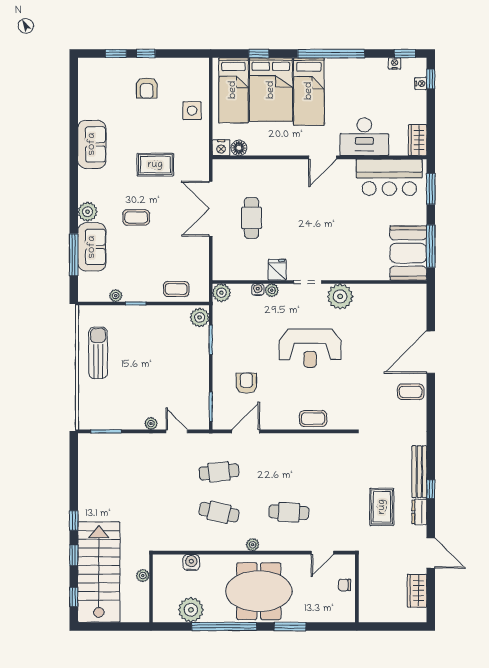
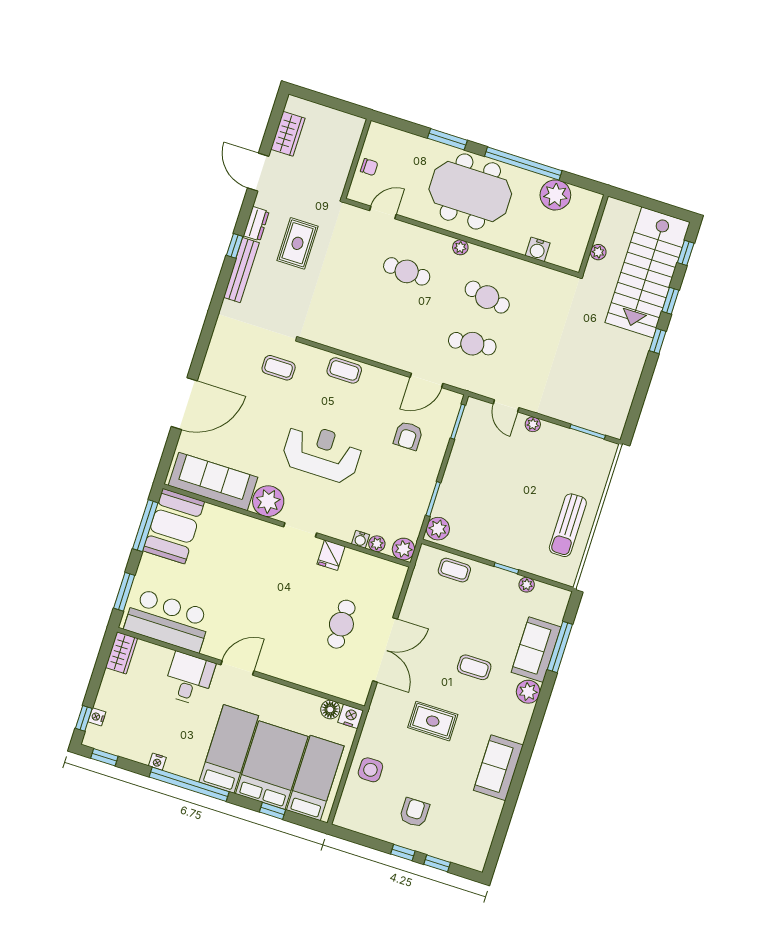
nightstand: (395, 63) -> (157, 762), moved
desk: (364, 137) -> (189, 679), width x0.73
plant: (272, 290) -> (377, 544), moved
sofa: (389, 298) -> (213, 481), added
coffee table: (411, 392) -> (279, 368), moved

